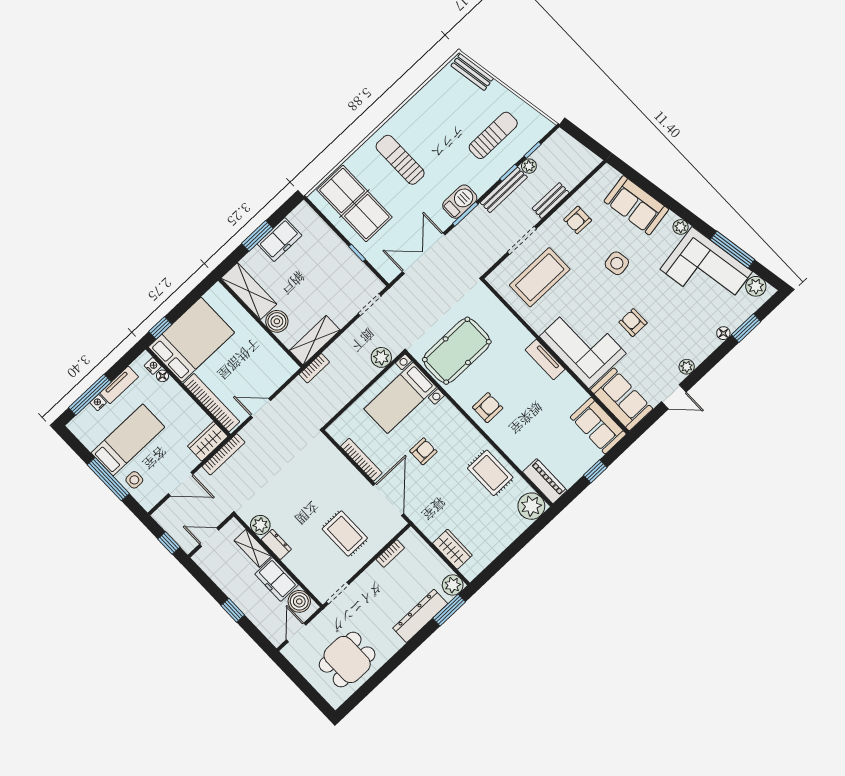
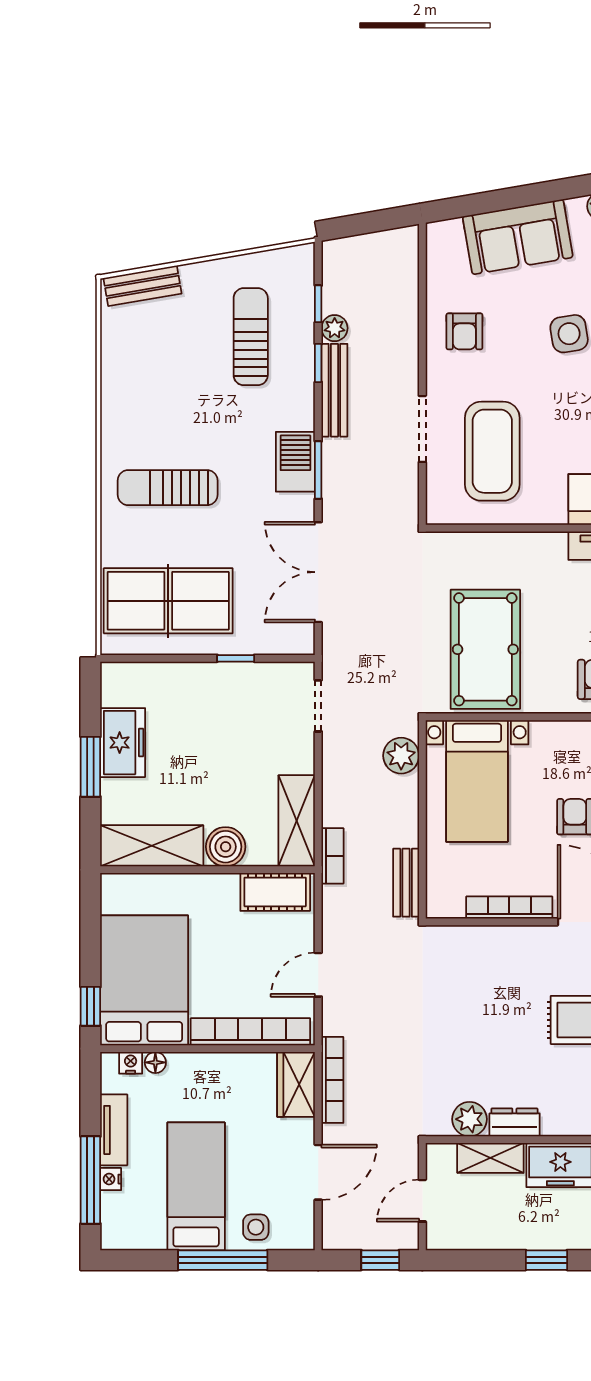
bench: (551, 201) -> (406, 883), moved
cot: (278, 359) -> (275, 892), added

